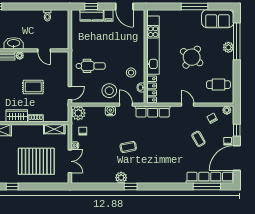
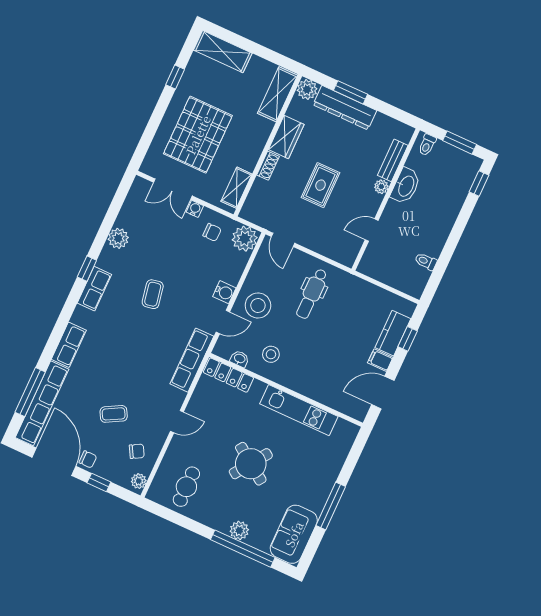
kitchen unit: (153, 45) -> (299, 410), width x0.73
plant: (121, 178) -> (118, 238), moved
row of seats: (139, 178) -> (94, 289), added
row of seats: (174, 178) -> (69, 345), added

